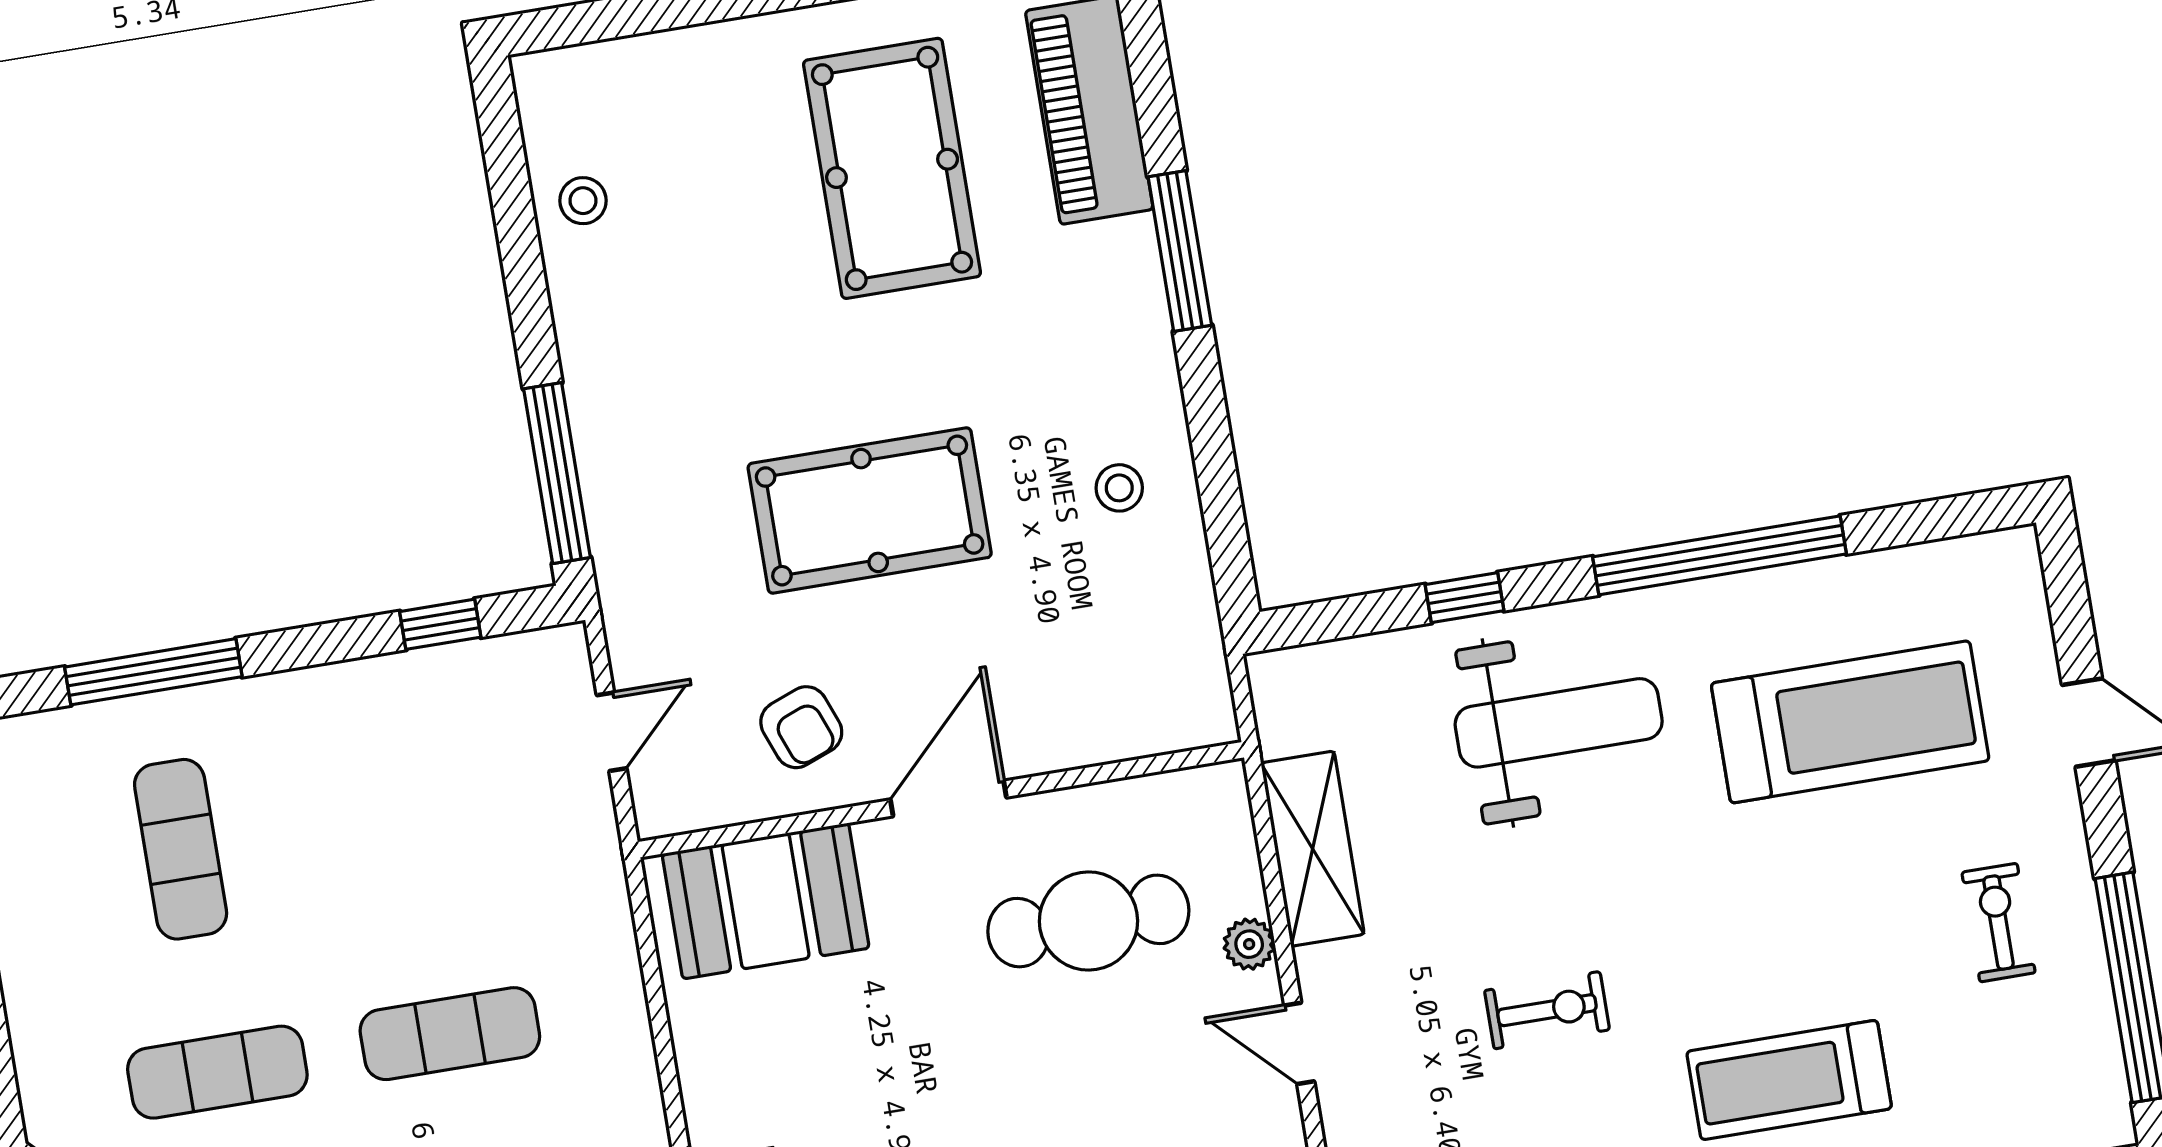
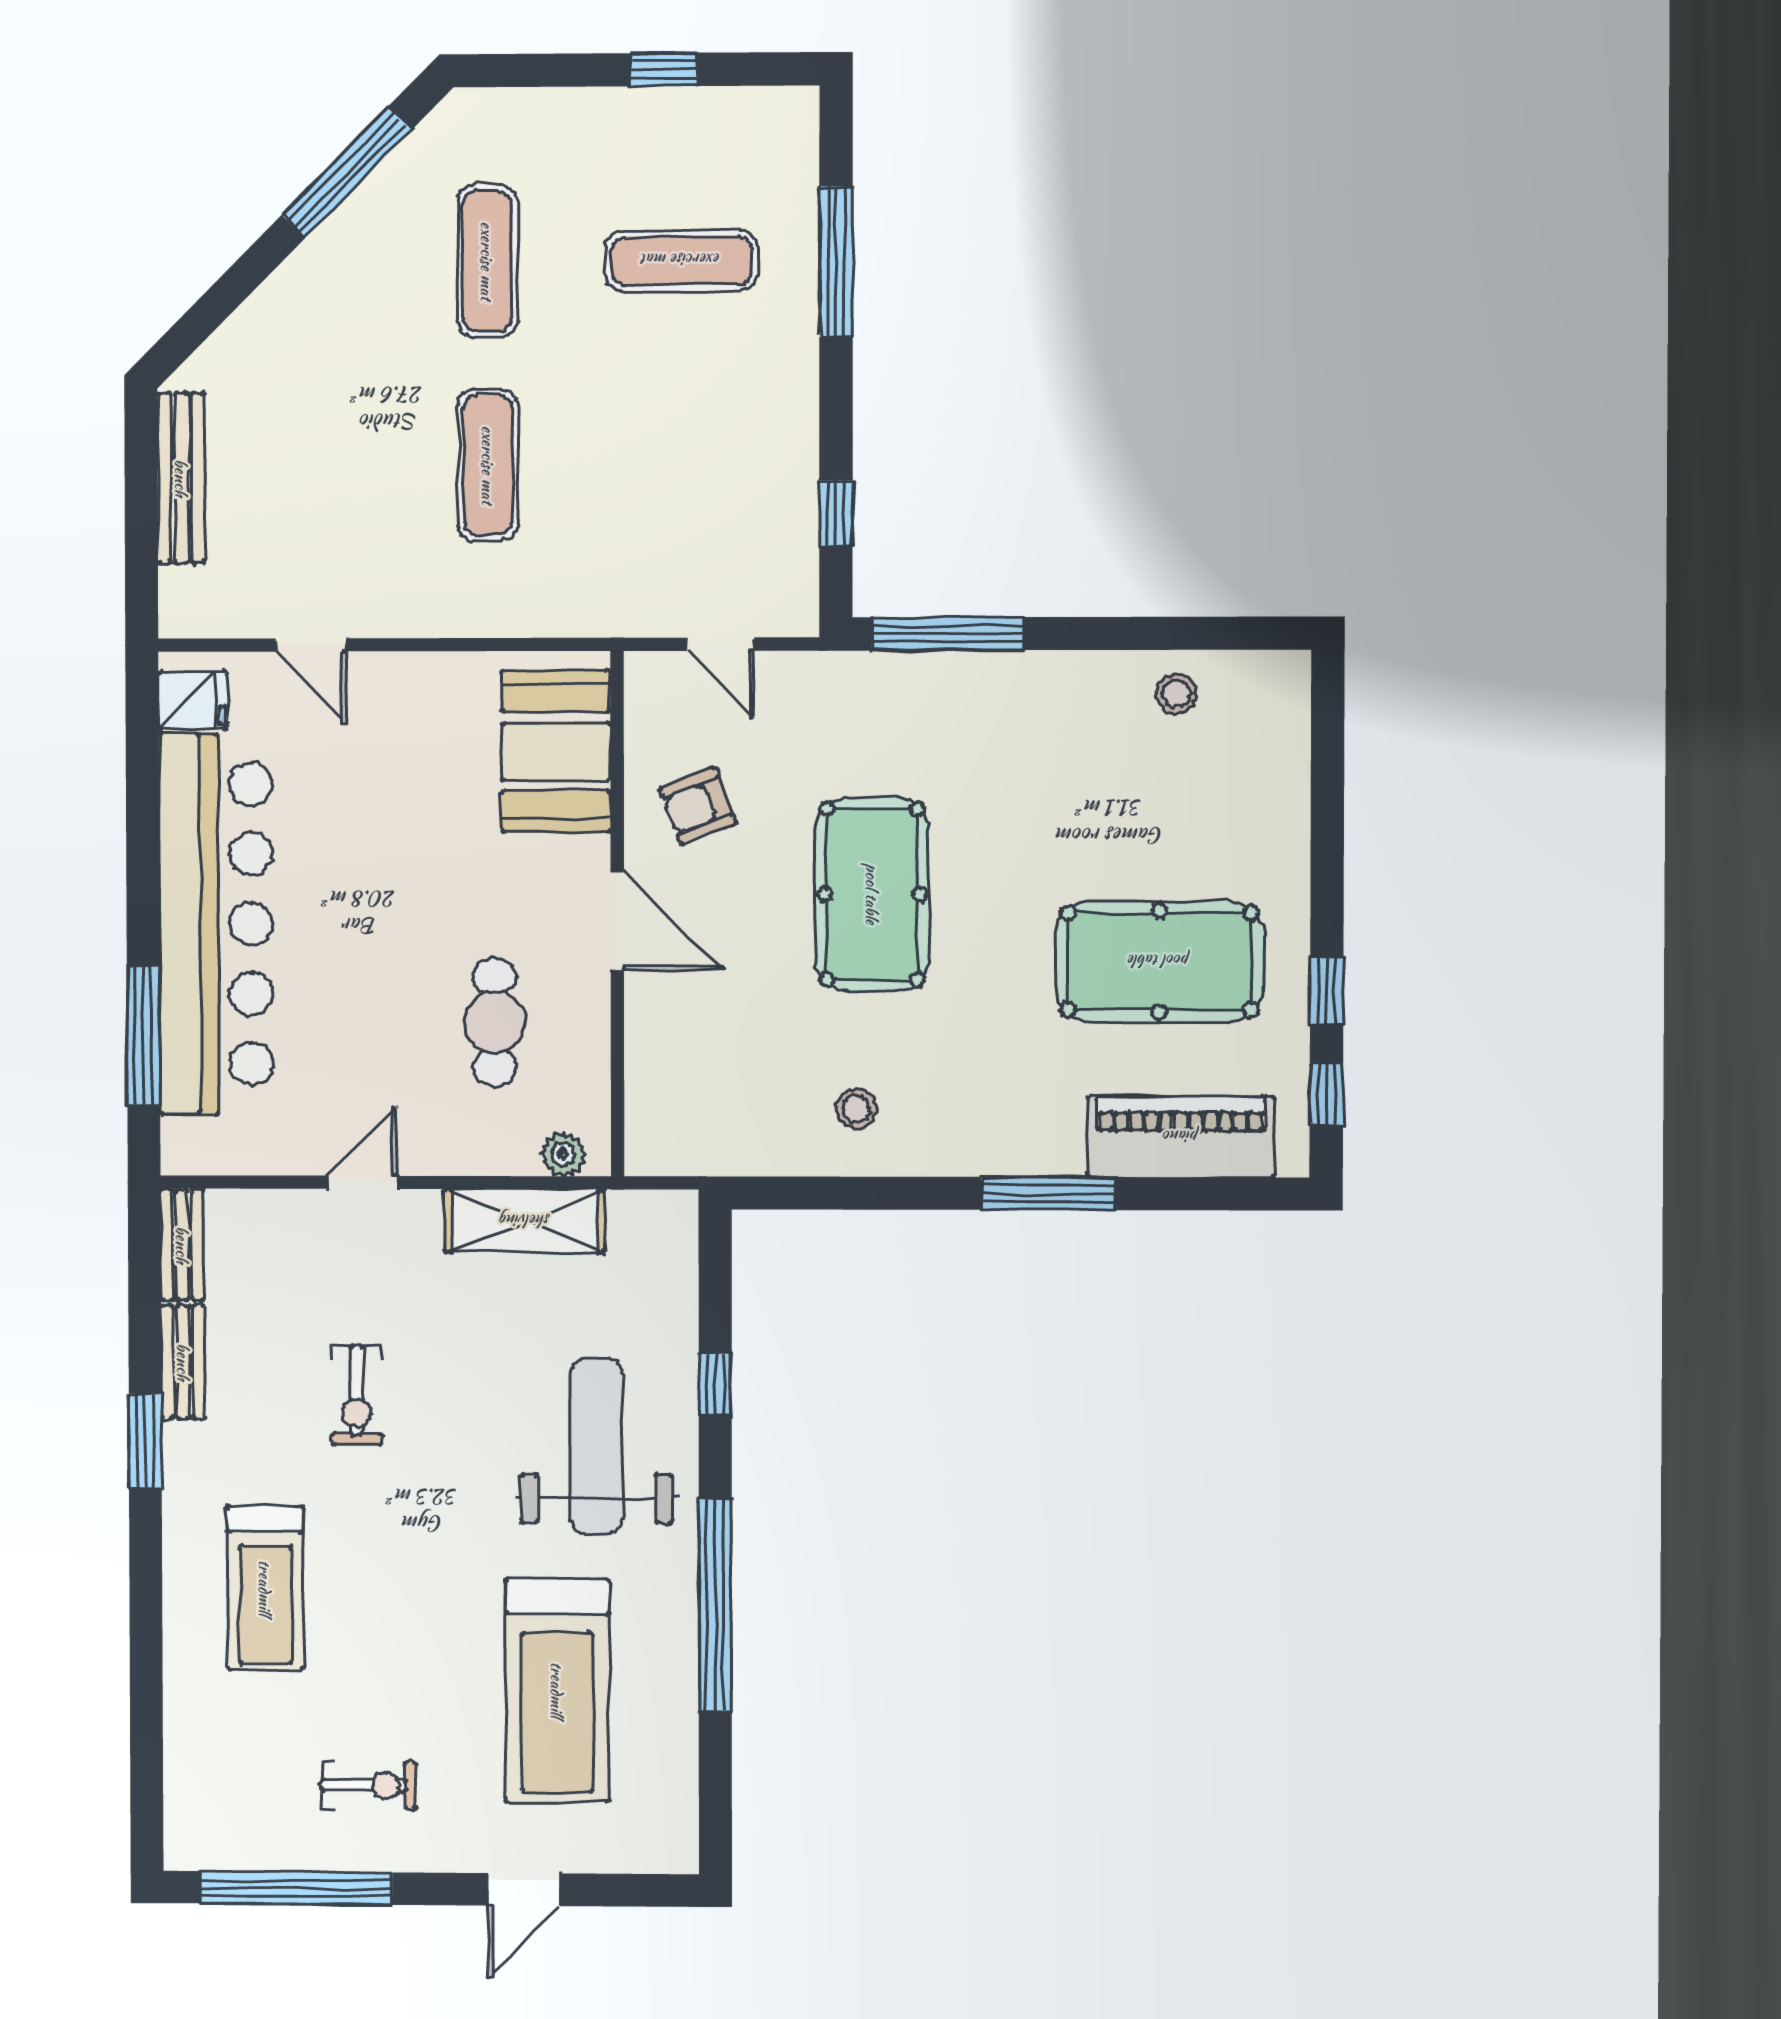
weight bench: (1559, 723) -> (597, 1446), turned 180
cafe table: (1088, 921) -> (495, 1022), width x0.73, depth x0.74
plant: (1249, 944) -> (563, 1154), moved
treadmill: (1789, 1080) -> (265, 1588), turned 180

